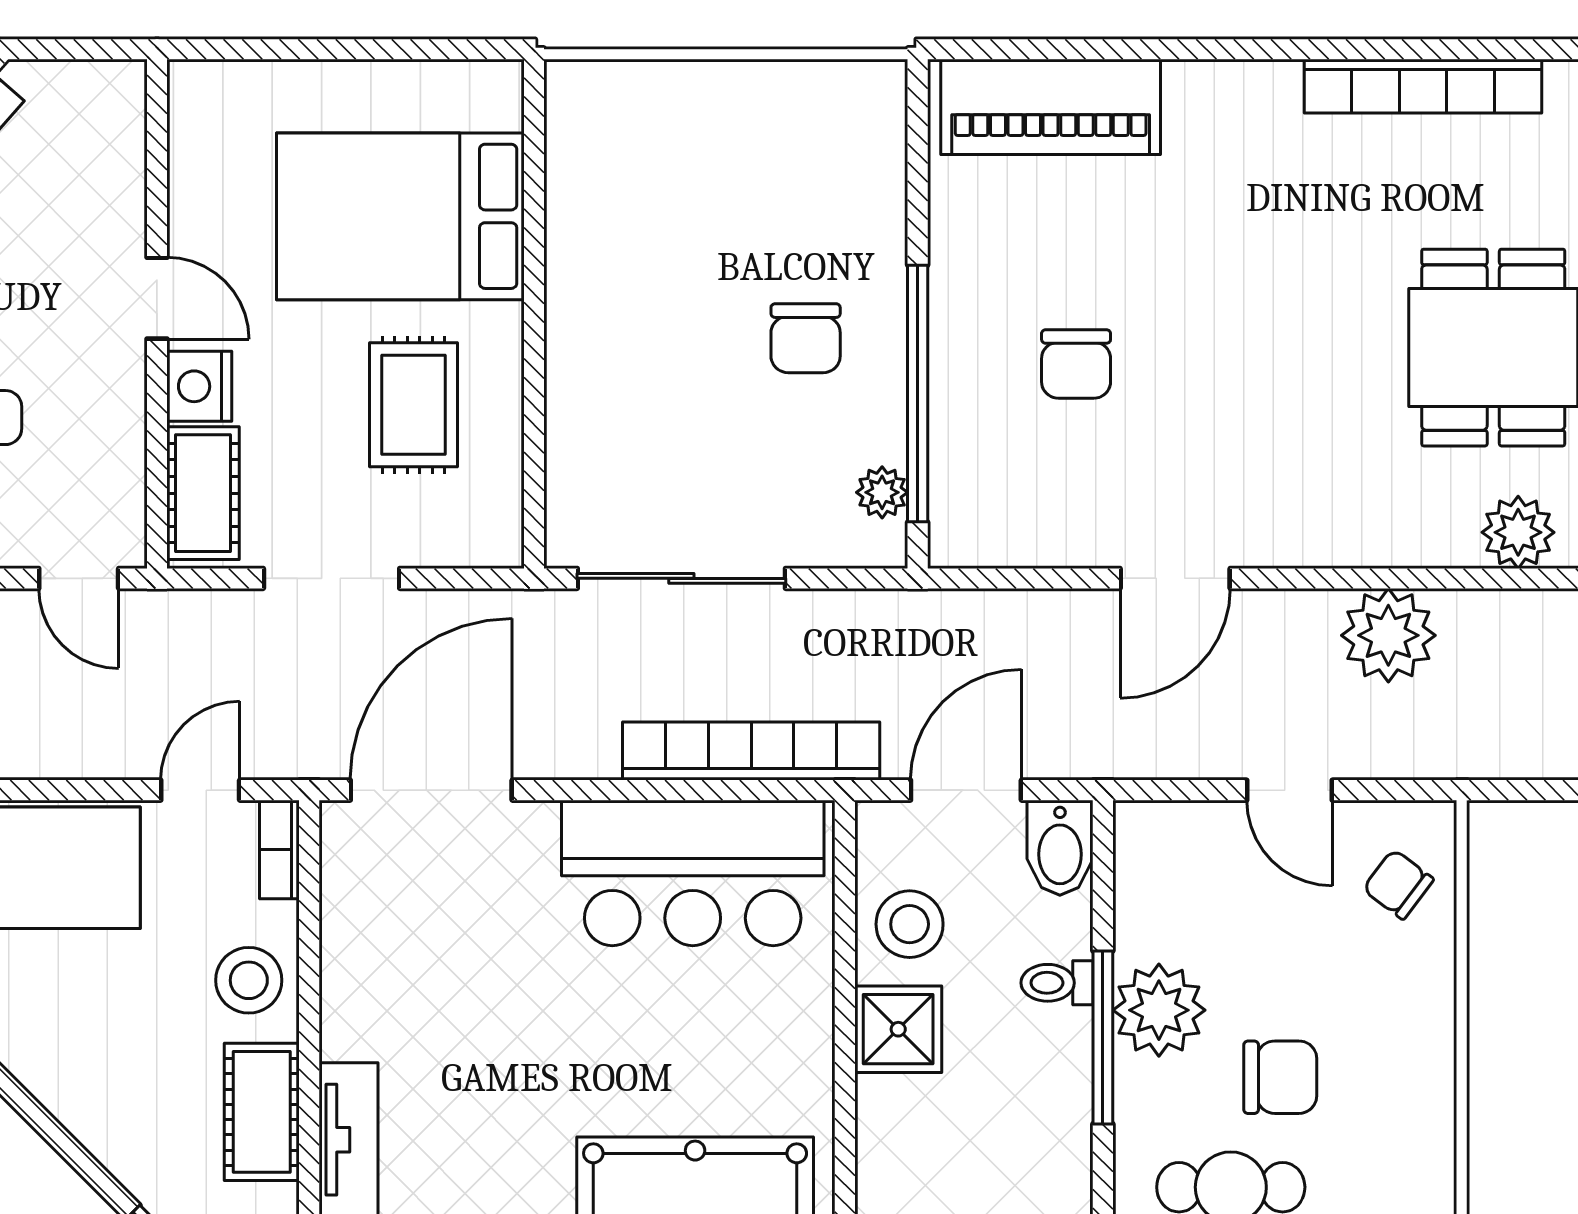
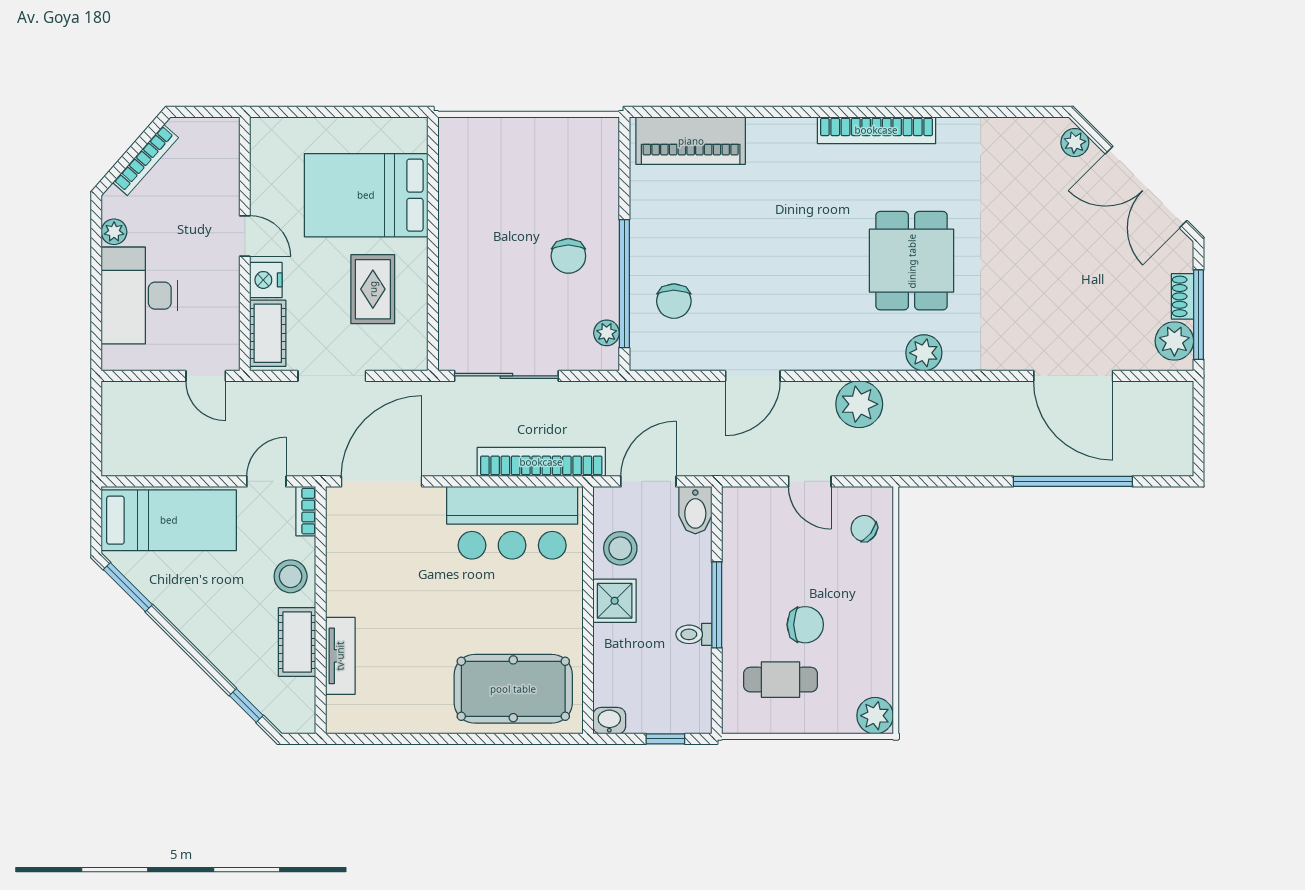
chair: (1076, 364) -> (674, 301), moved
toilet: (1057, 983) -> (694, 634), moved
plant: (1159, 1010) -> (745, 591), removed

